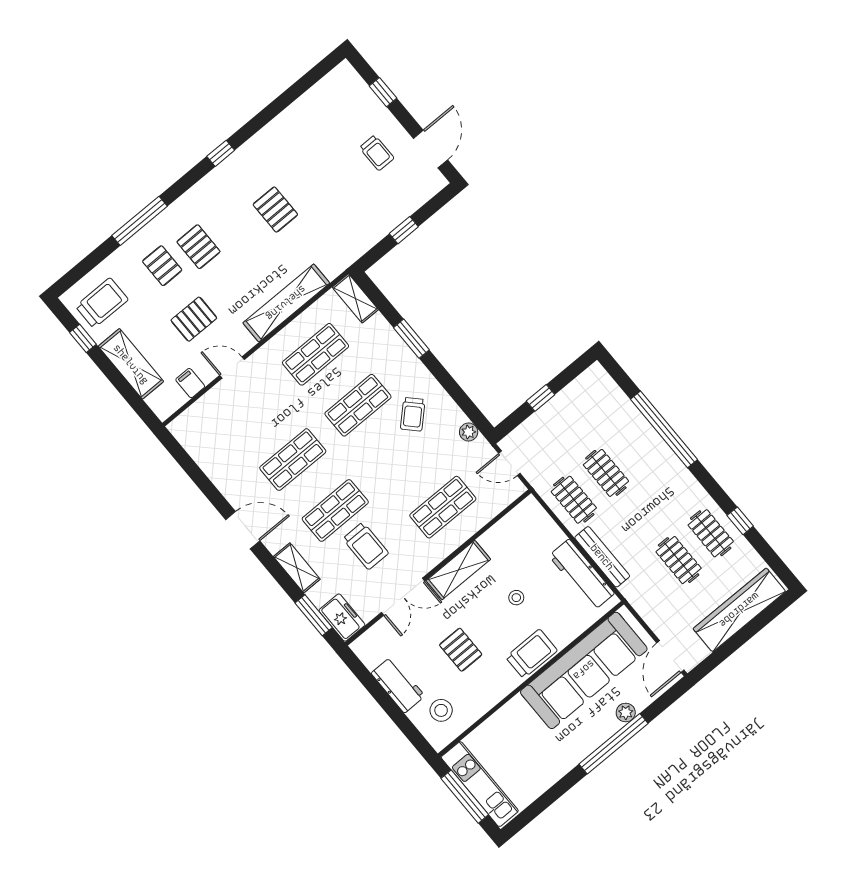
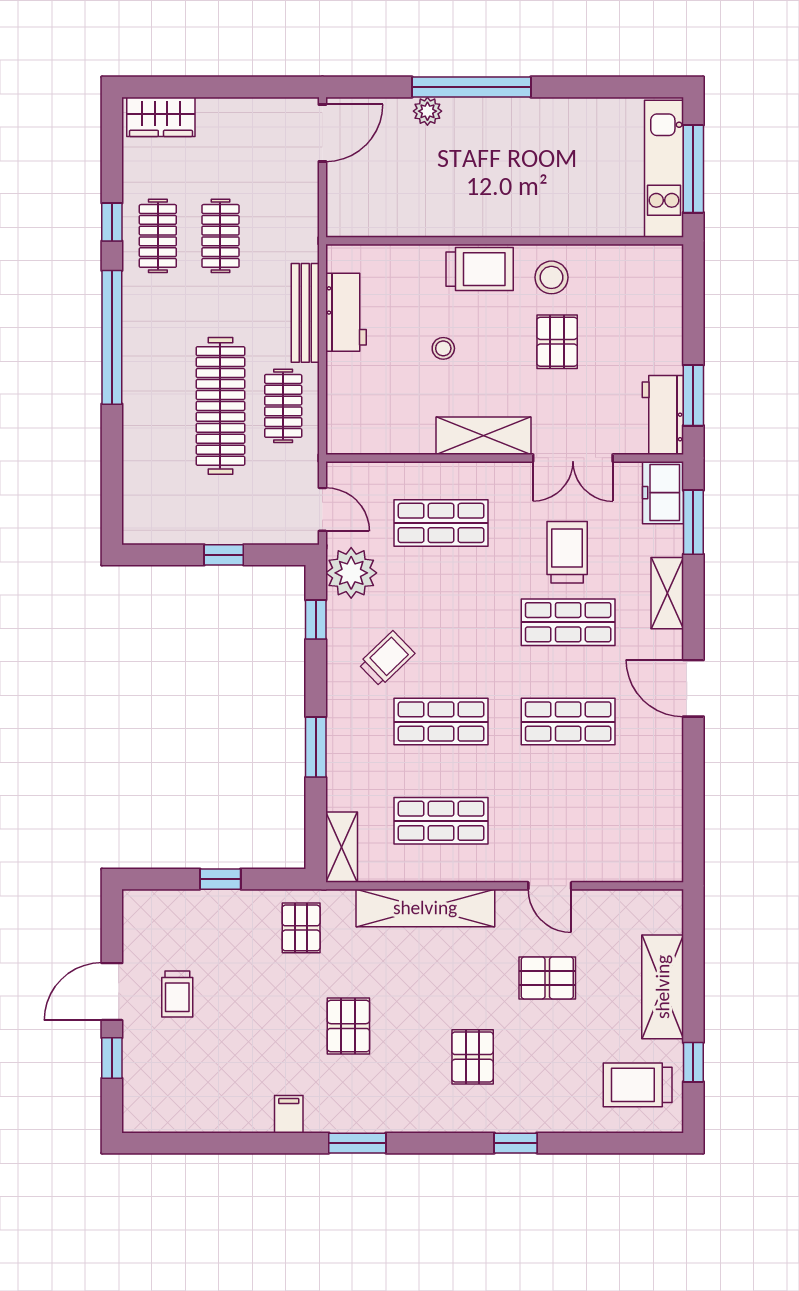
door: (430, 149) -> (112, 992), moved
window: (221, 153) -> (357, 1143), width x1.50
trolley: (377, 153) -> (177, 994), turned 180
window: (140, 221) -> (516, 1143), width x0.46
pallet: (162, 266) -> (301, 928), moved
filing cabinet: (190, 383) -> (289, 1114), moved, turned 180
window: (466, 404) -> (316, 620), added
window: (664, 429) -> (112, 337), moved
plant: (469, 432) -> (351, 573), width x1.88, depth x1.88
clothes rail: (606, 473) -> (220, 406), width x1.86, depth x1.31
workbench: (582, 575) -> (346, 312), width x0.73
double door: (403, 597) -> (573, 458), swing flipped
wardrobe: (739, 610) -> (161, 117), width x0.48, depth x0.85
trolley: (532, 654) -> (480, 269), turned 180
sofa: (584, 670) -> (435, 200), removed
window: (368, 680) -> (693, 395), added
workbench: (398, 685) -> (663, 415), moved
stool: (441, 710) -> (551, 277), moved

